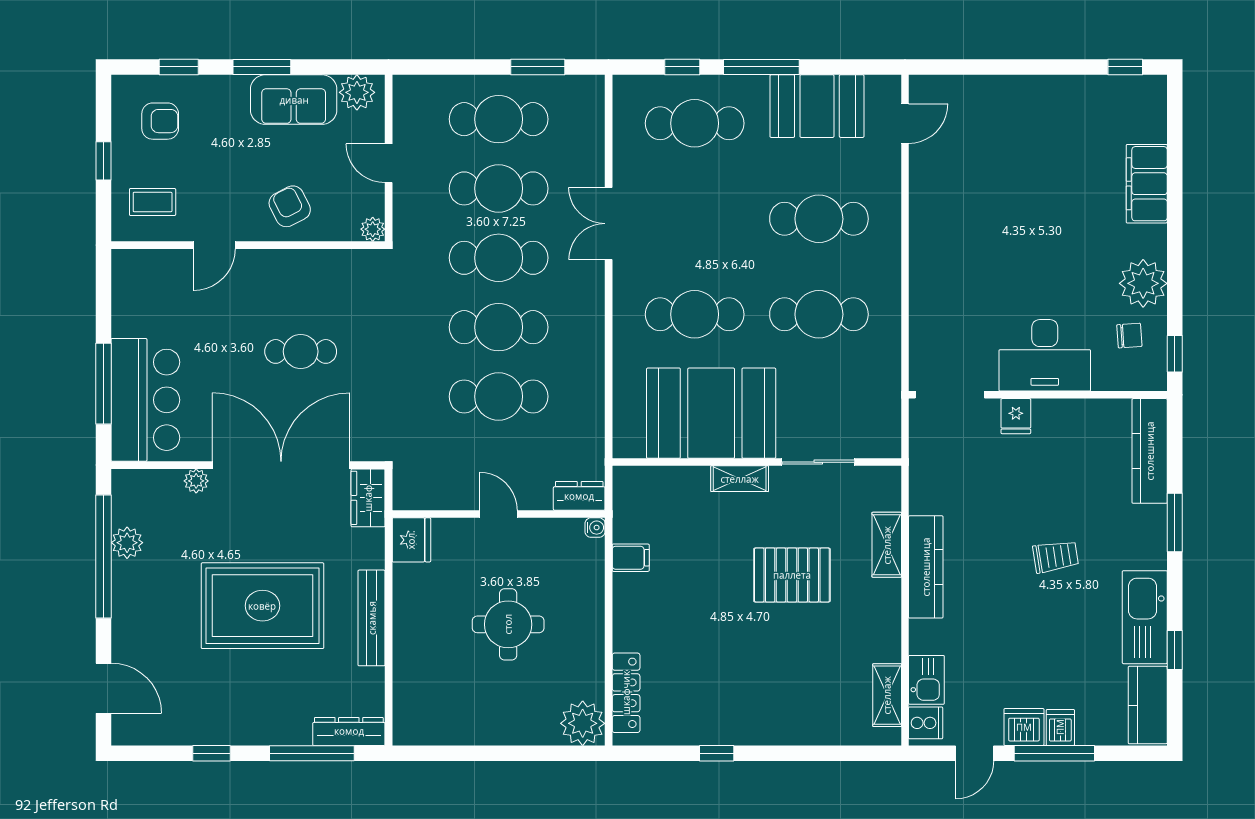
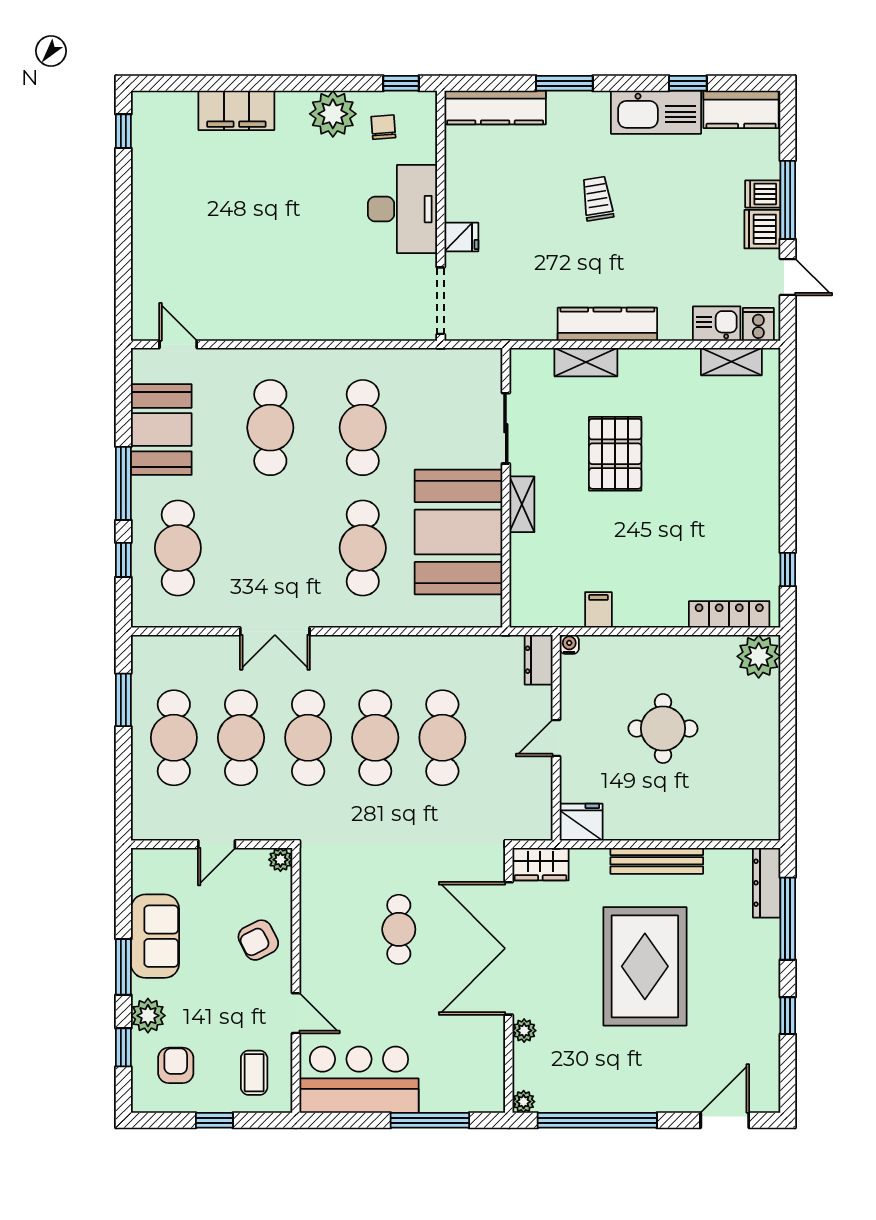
plant: (357, 92) -> (148, 1016), moved
bar counter: (145, 400) -> (359, 1080), moved
plant: (127, 543) -> (524, 1102), moved, width x0.73, depth x0.73
window: (717, 753) -> (788, 570), moved

